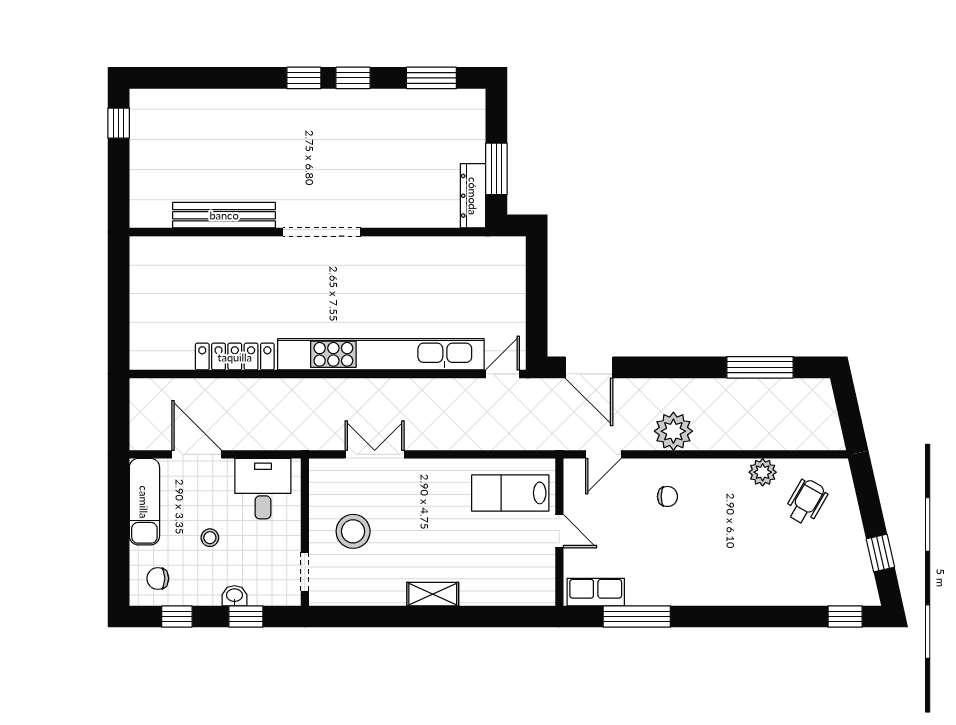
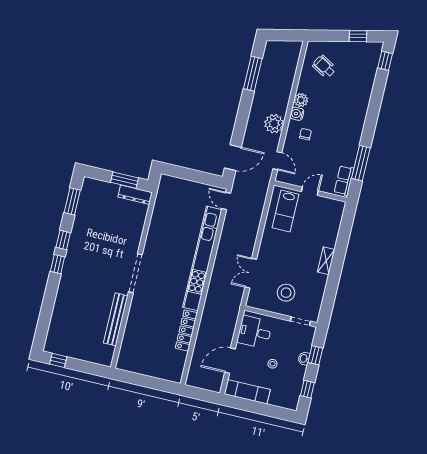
water cooler: (703, 471) -> (297, 114), added
plant: (763, 472) -> (301, 100), moved
chair: (158, 578) -> (287, 394), removed

